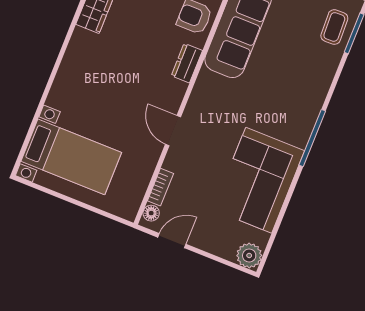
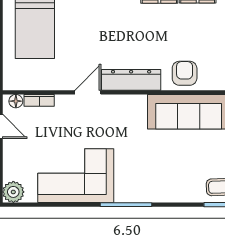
dresser: (187, 63) -> (131, 80), width x1.96, depth x1.24

